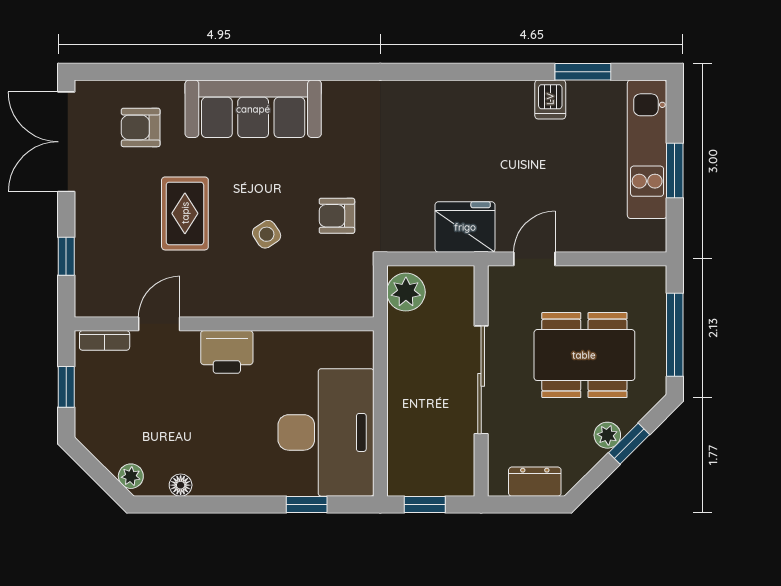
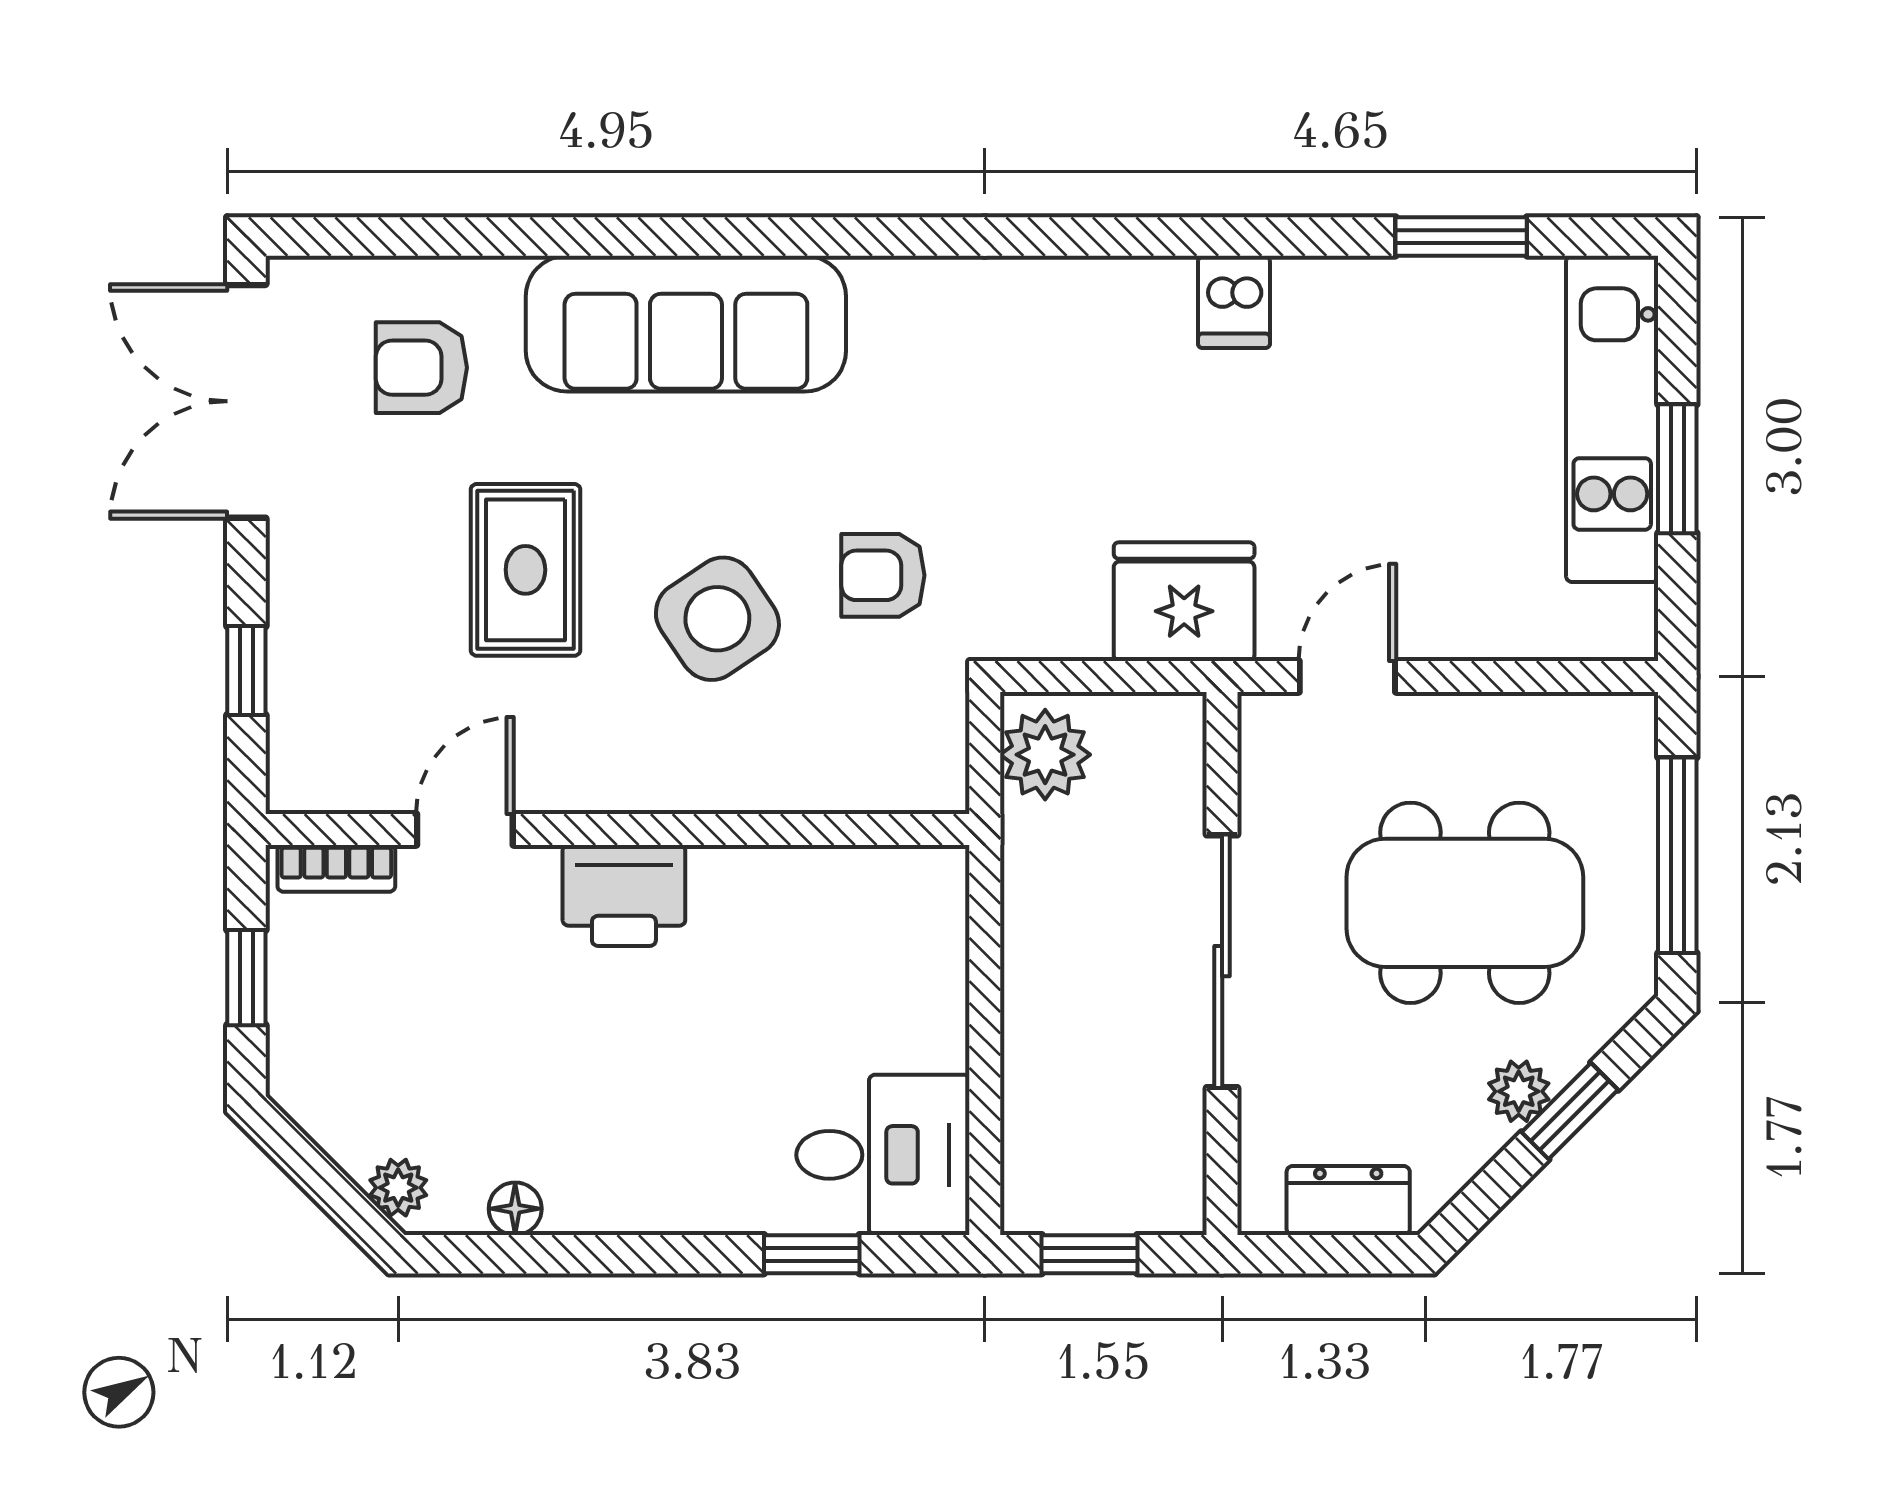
dishwasher: (550, 99) -> (1234, 302), moved
side table: (267, 234) -> (717, 619), width x1.87, depth x1.87
desk: (326, 432) -> (883, 1155), width x0.53, depth x0.77

